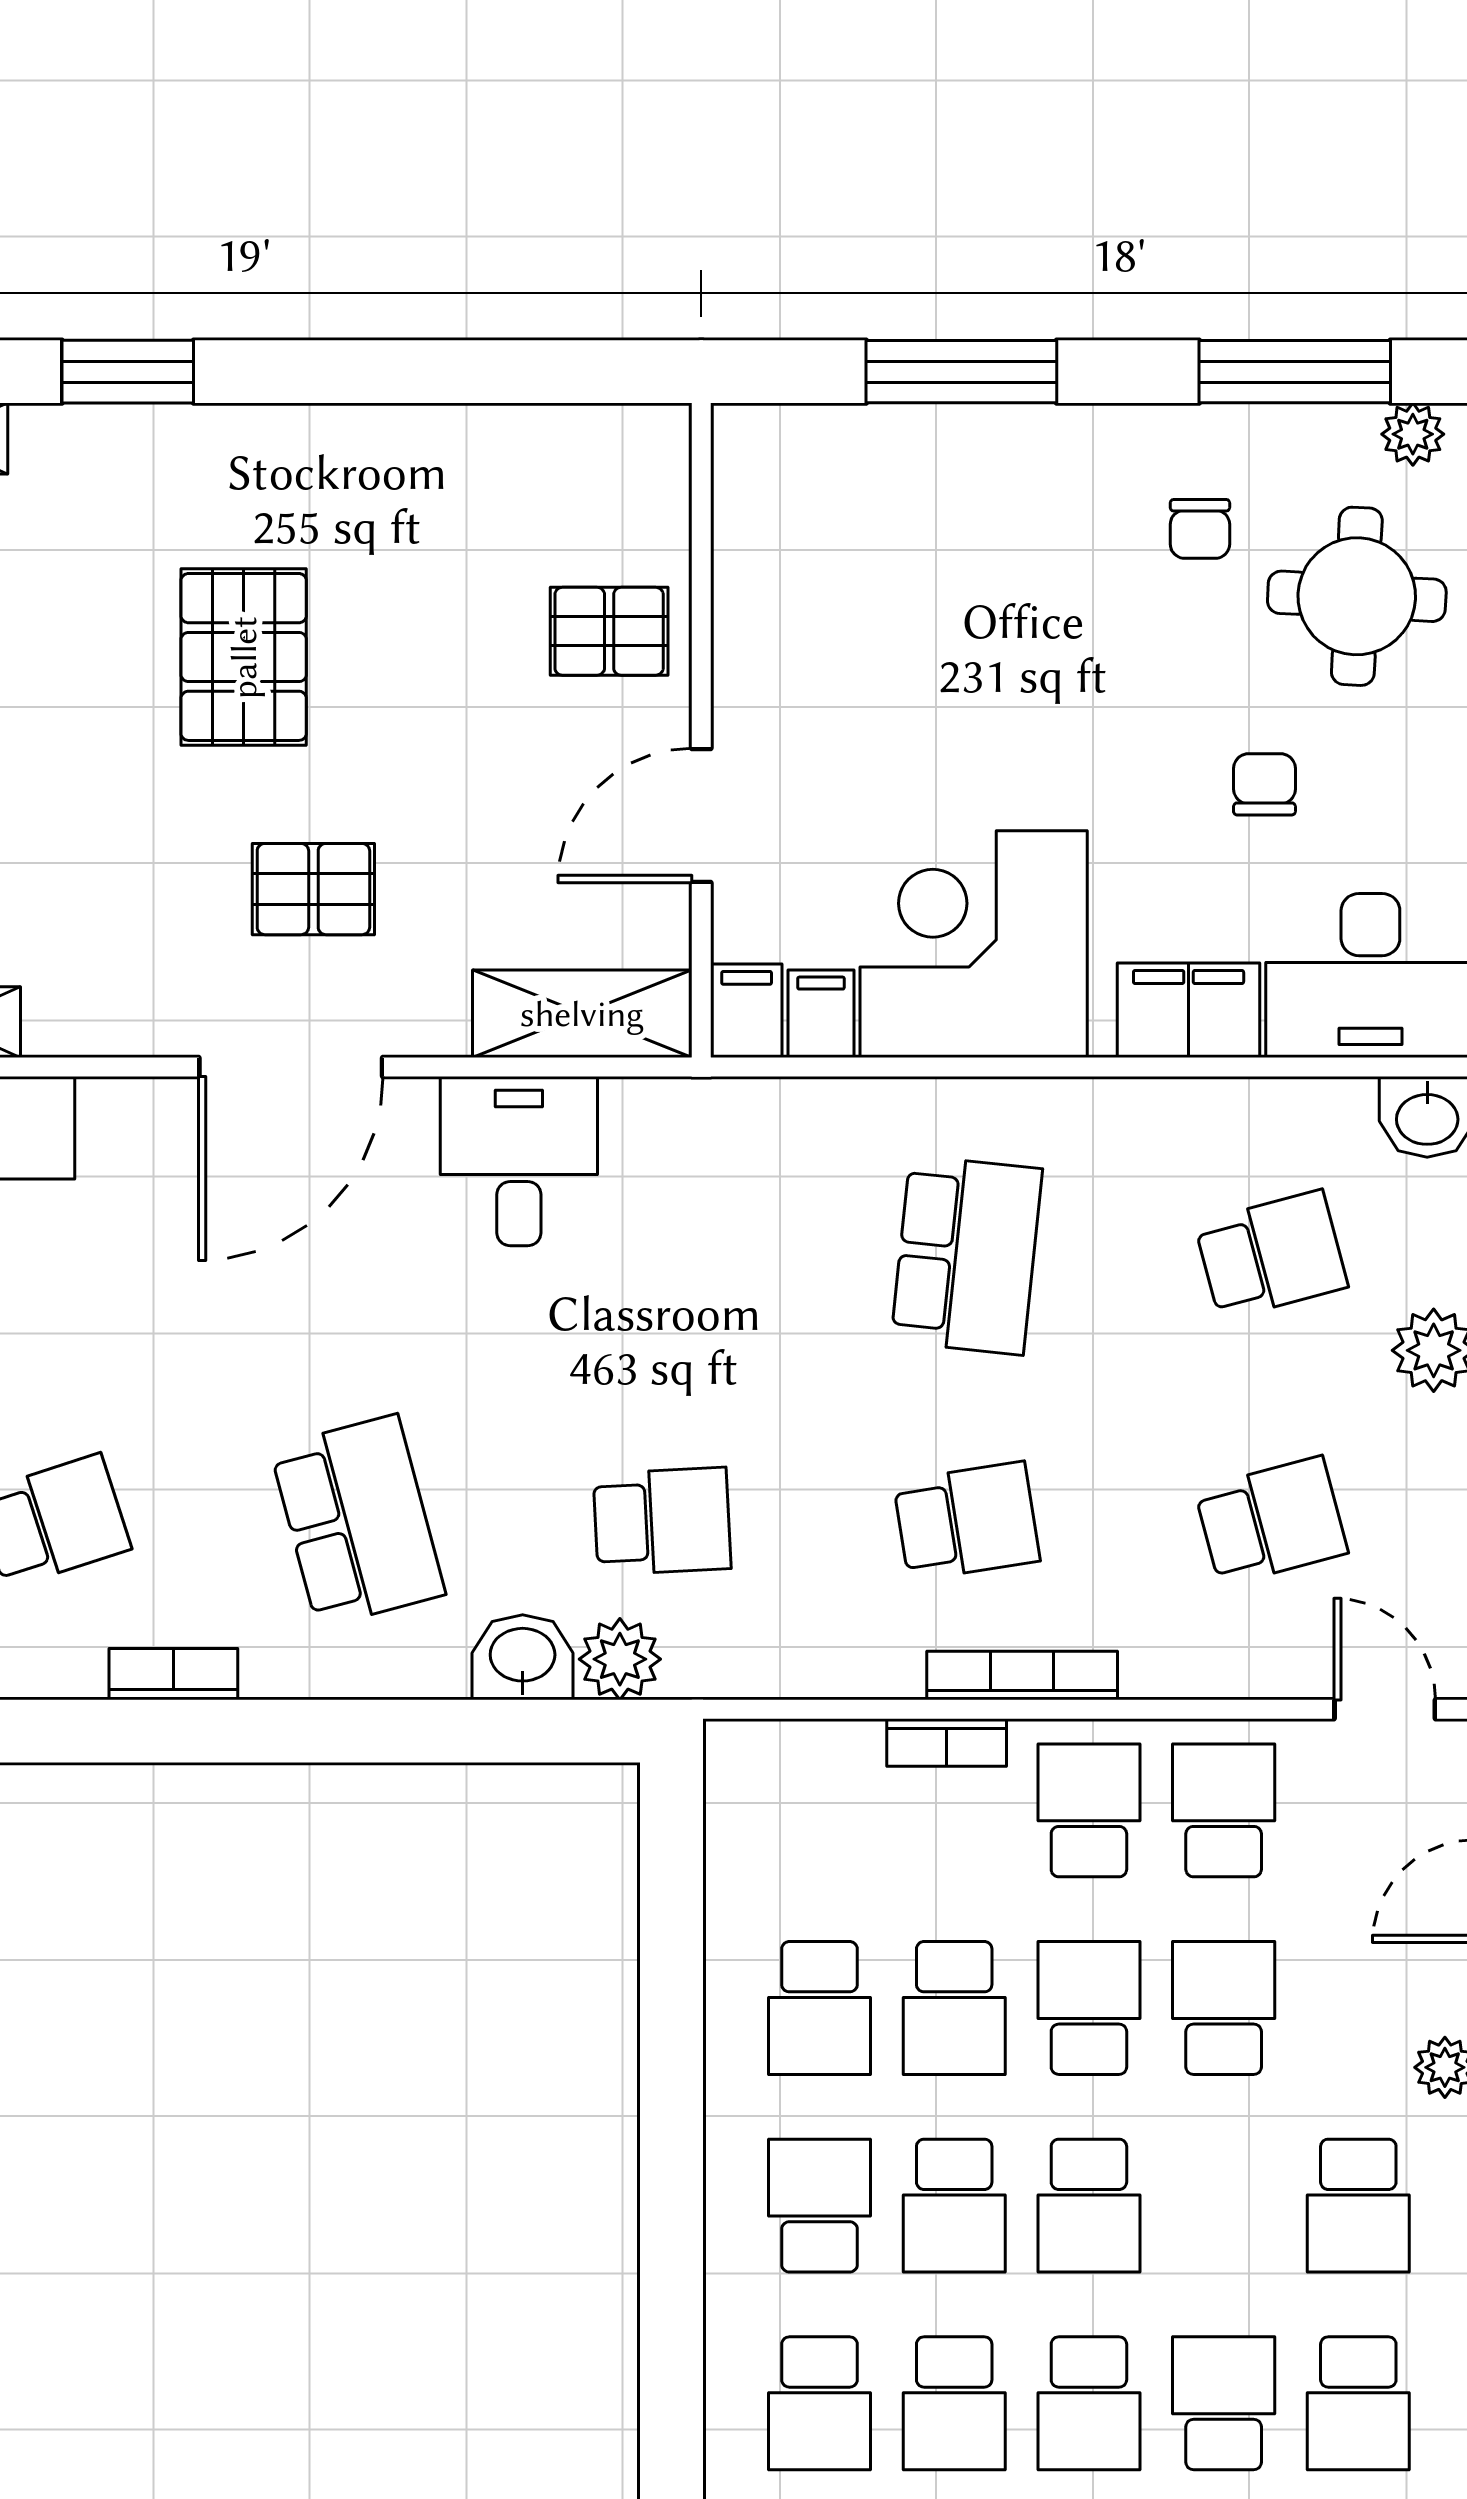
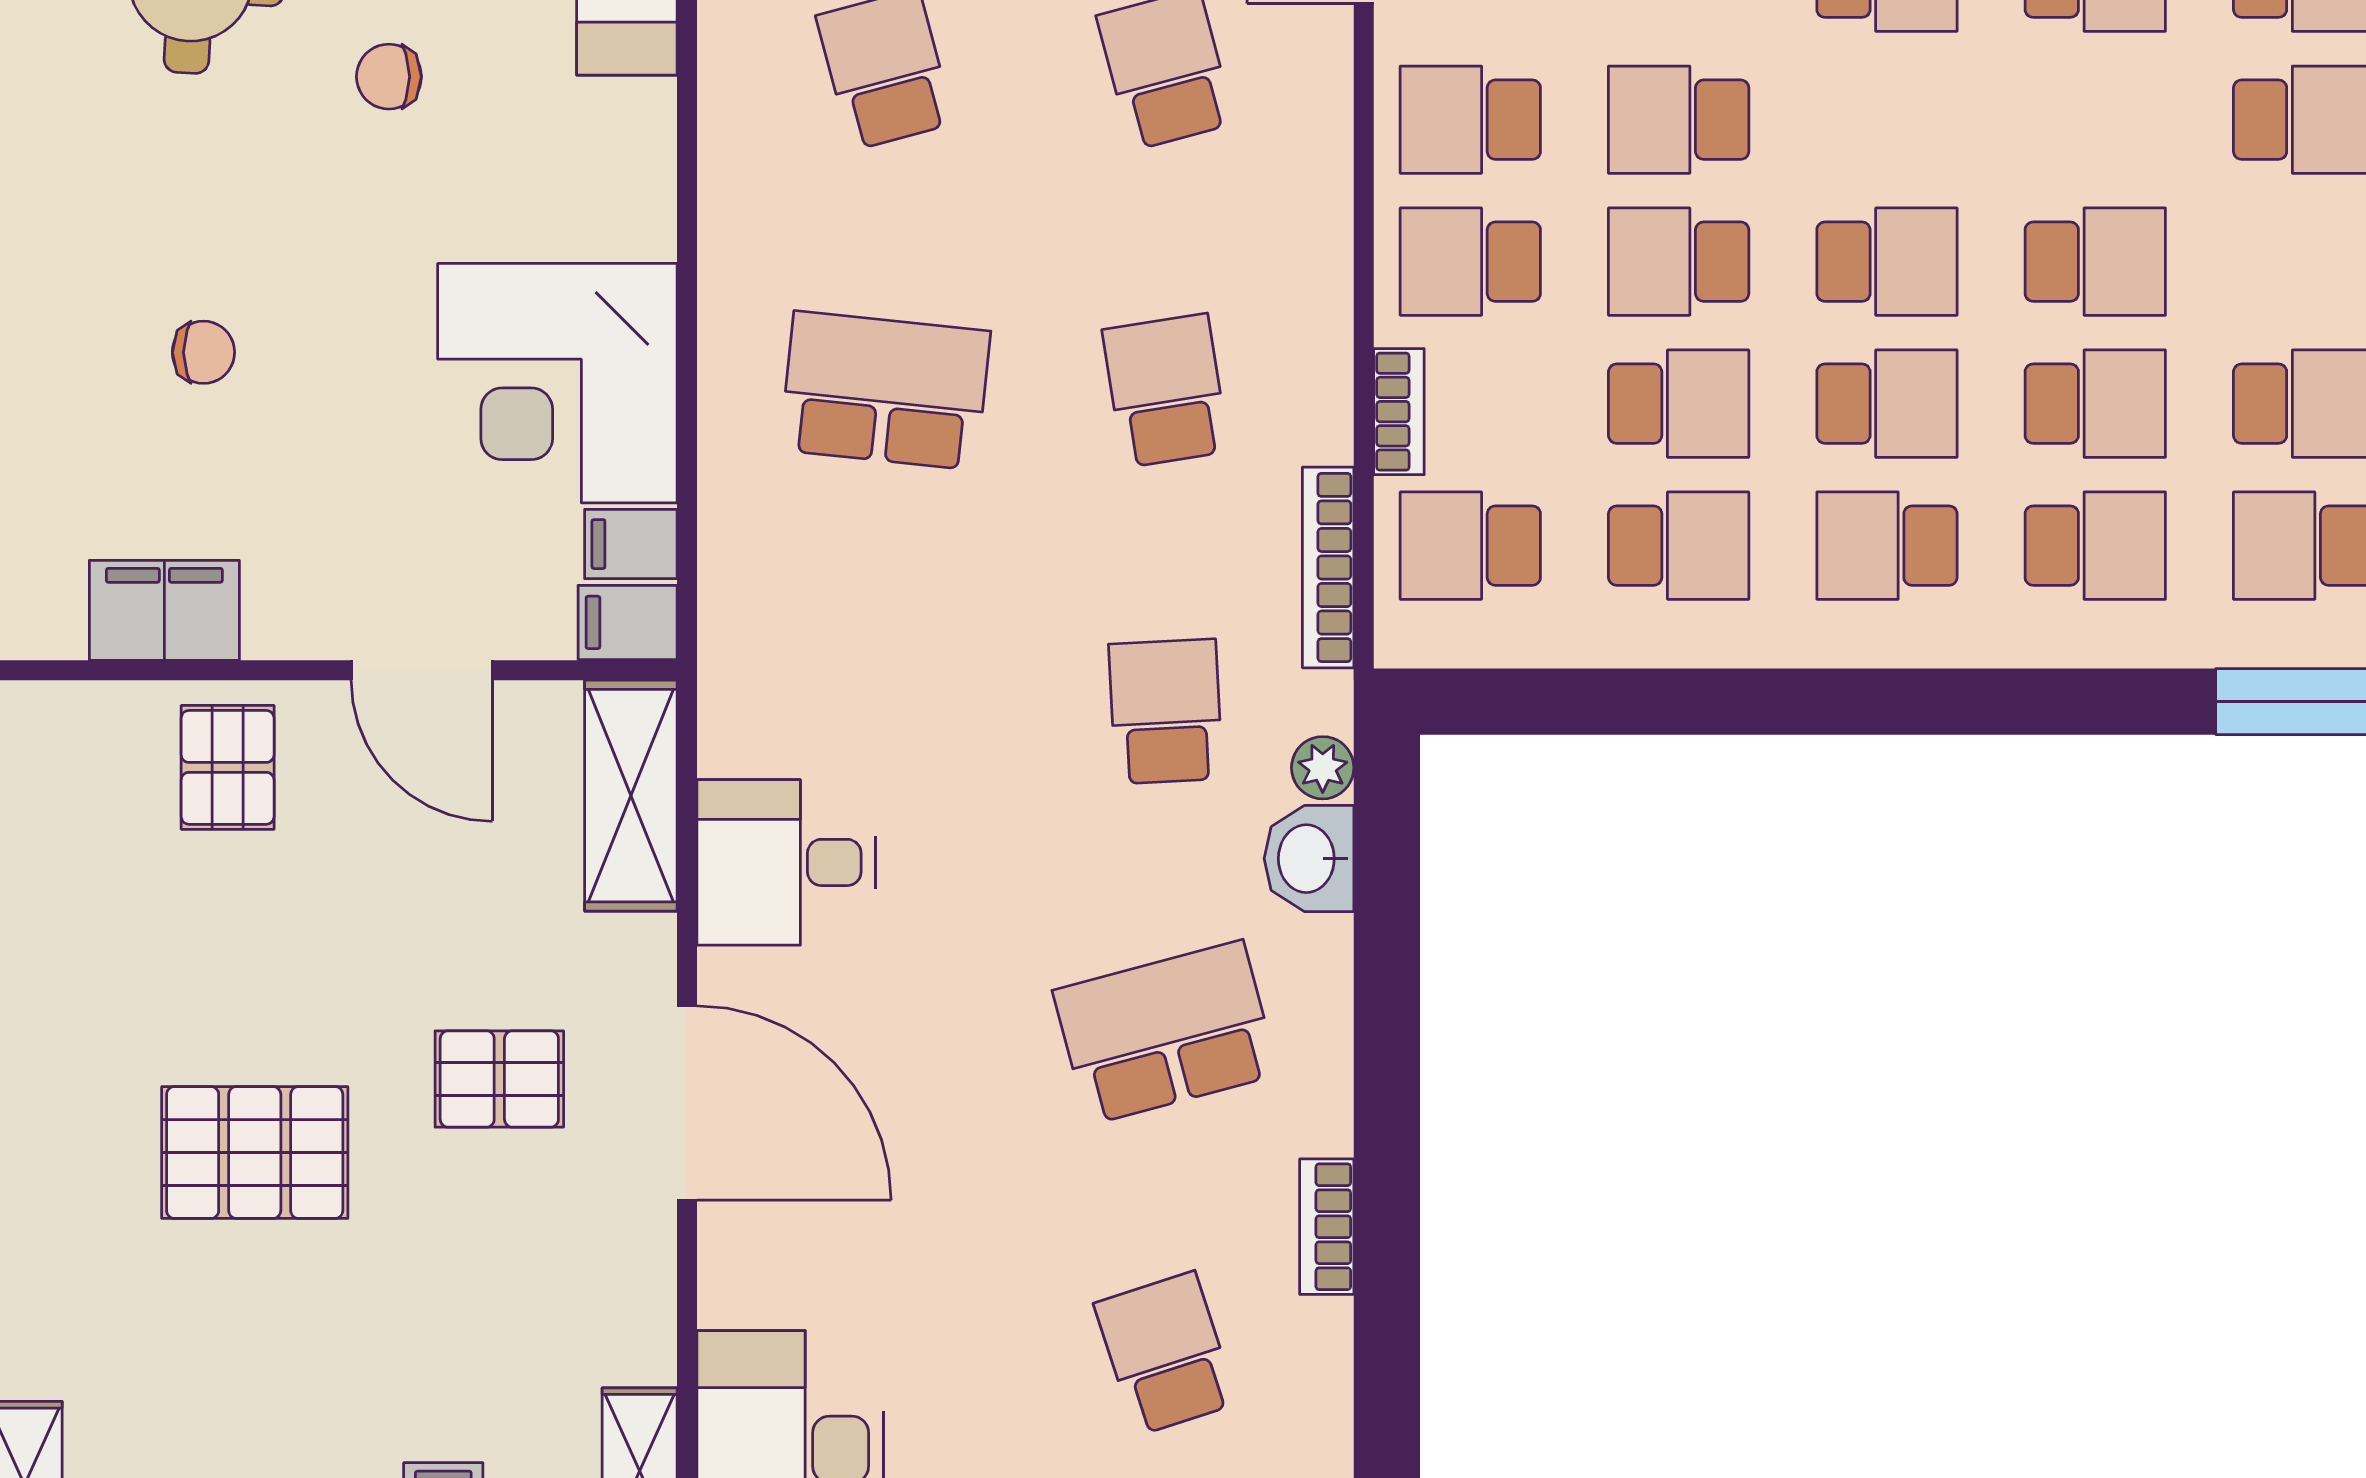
chair: (1200, 529) -> (203, 352), moved
pallet: (313, 889) -> (499, 1079), turned 90
filing cabinet: (1189, 1010) -> (164, 610), moved, turned 90
plant: (620, 1659) -> (1323, 768), width x0.73, depth x0.73
bookcase: (1022, 1675) -> (1328, 567), moved
school desk: (1224, 2403) -> (1470, 546), moved

